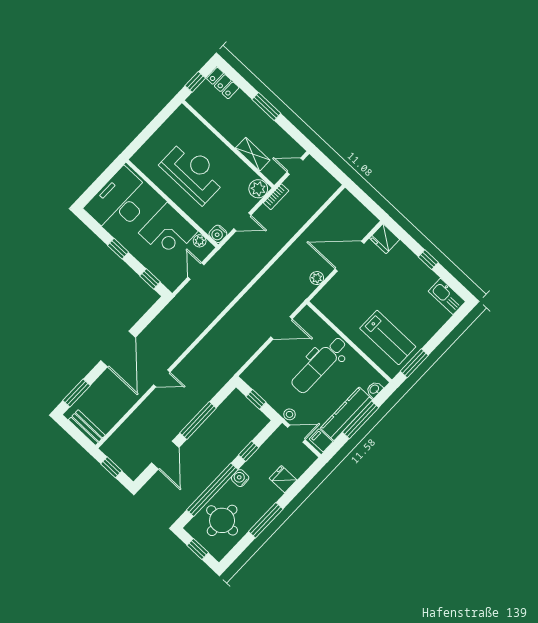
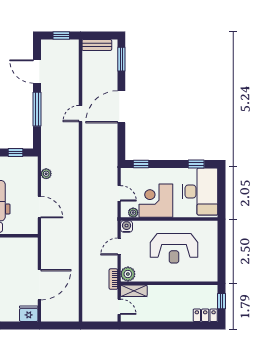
window: (266, 106) -> (168, 325), removed
shelving: (253, 154) -> (134, 291), moved
door: (295, 166) -> (119, 307), hinge flipped
window: (118, 249) -> (196, 164), moved
plant: (317, 278) -> (46, 174), moved
door: (282, 328) -> (39, 207), swing flipped
door: (118, 349) -> (121, 107), hinge flipped

